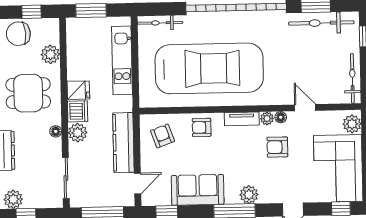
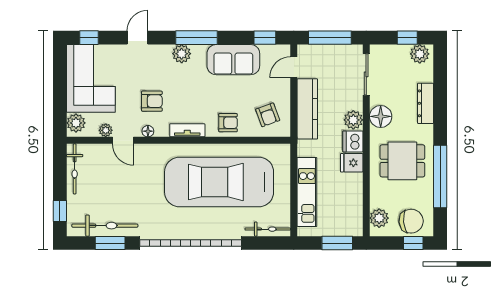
window: (32, 12) -> (413, 243), moved
plant: (50, 54) -> (379, 218), moved
plant: (267, 118) -> (106, 130), moved
floor lamp: (56, 131) -> (381, 116), width x1.89, depth x1.89

